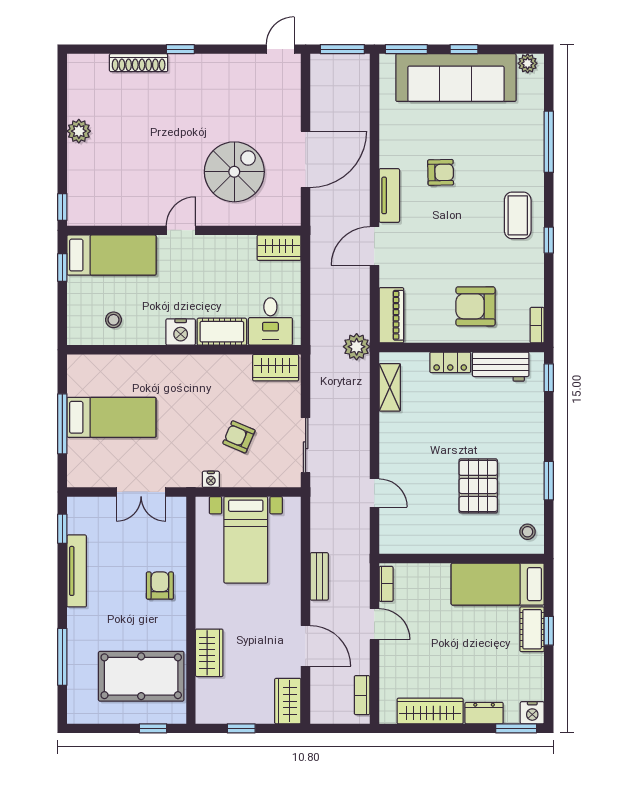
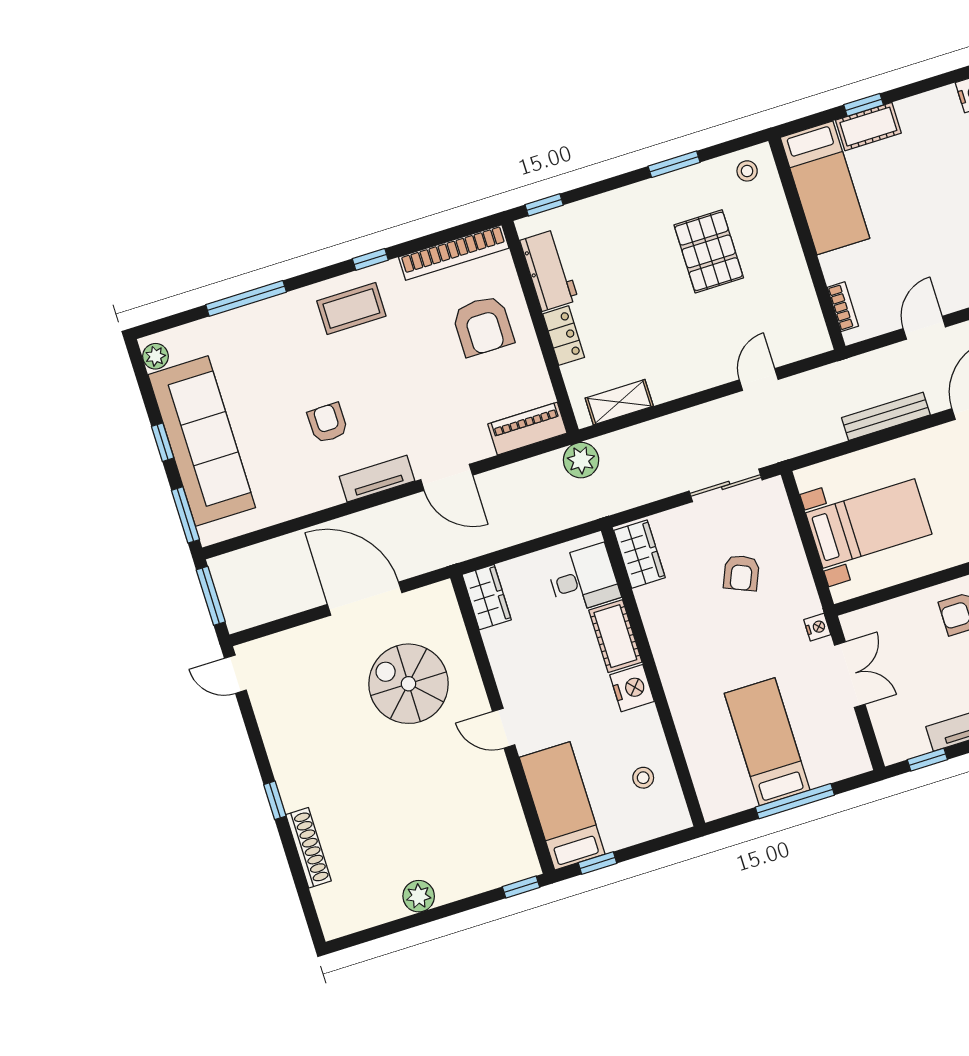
bookcase: (537, 325) -> (454, 252), width x2.31, depth x1.31
nightstand: (211, 479) -> (817, 627), moved
pallet: (478, 486) -> (709, 251), turned 90
bench: (319, 576) -> (886, 416), width x1.36
bookcase: (386, 584) -> (843, 307), moved, turned 90

